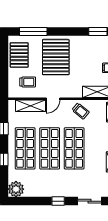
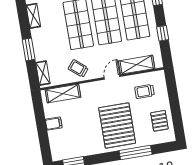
window: (33, 32) -> (136, 152), moved
pallet: (19, 55) -> (159, 121), width x0.67, depth x0.71

